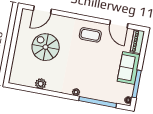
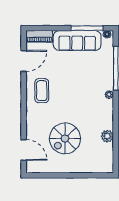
sofa: (129, 68) -> (77, 40), width x1.36

